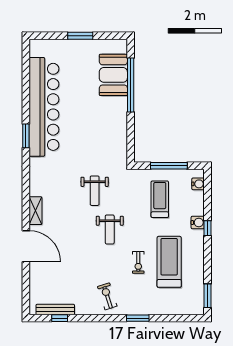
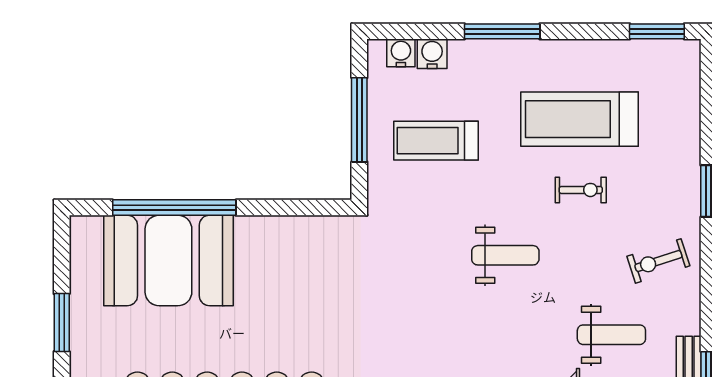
booth: (113, 75) -> (168, 260), width x1.36, depth x1.42
weight bench: (95, 191) -> (611, 335), moved
water cooler: (198, 223) -> (432, 54), moved
window: (207, 228) -> (502, 31), width x2.17

